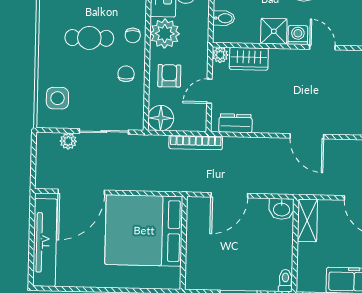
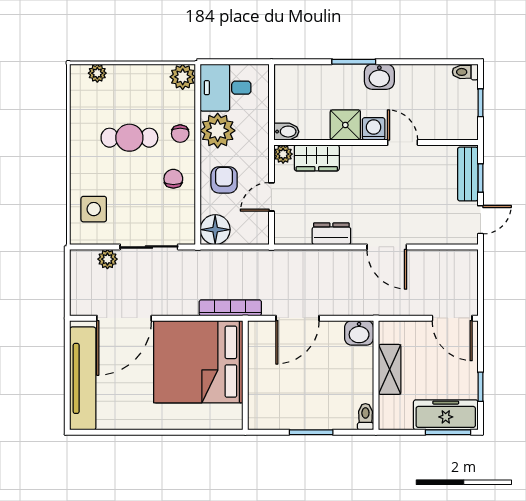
bidet: (224, 18) -> (286, 132), moved
dresser: (235, 123) -> (331, 234), moved
bookcase: (196, 142) -> (230, 308), moved, turned 180
shelving: (307, 220) -> (390, 369), moved

